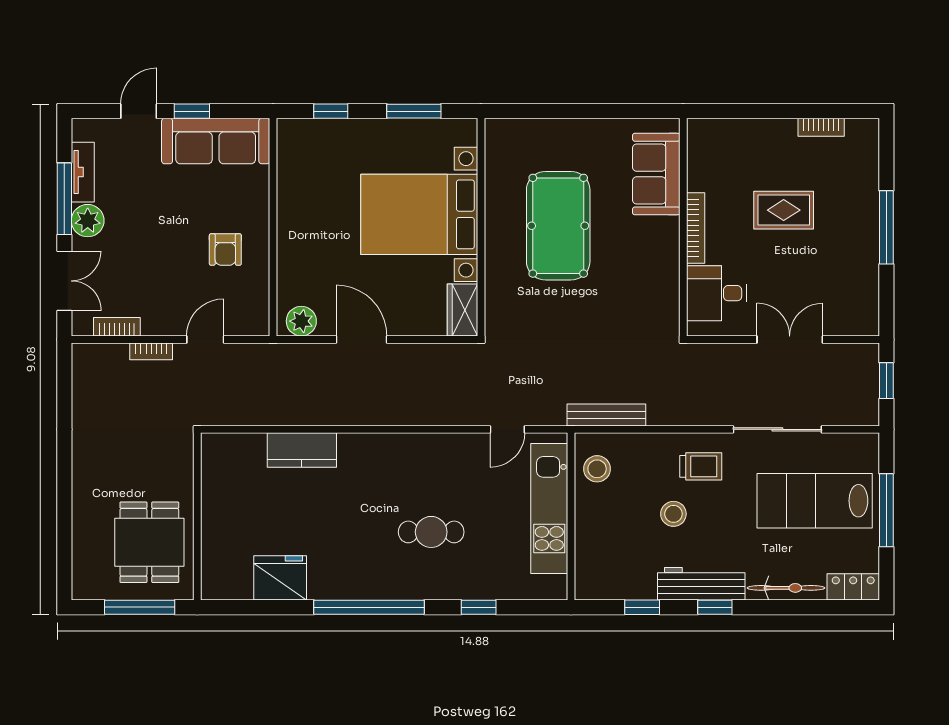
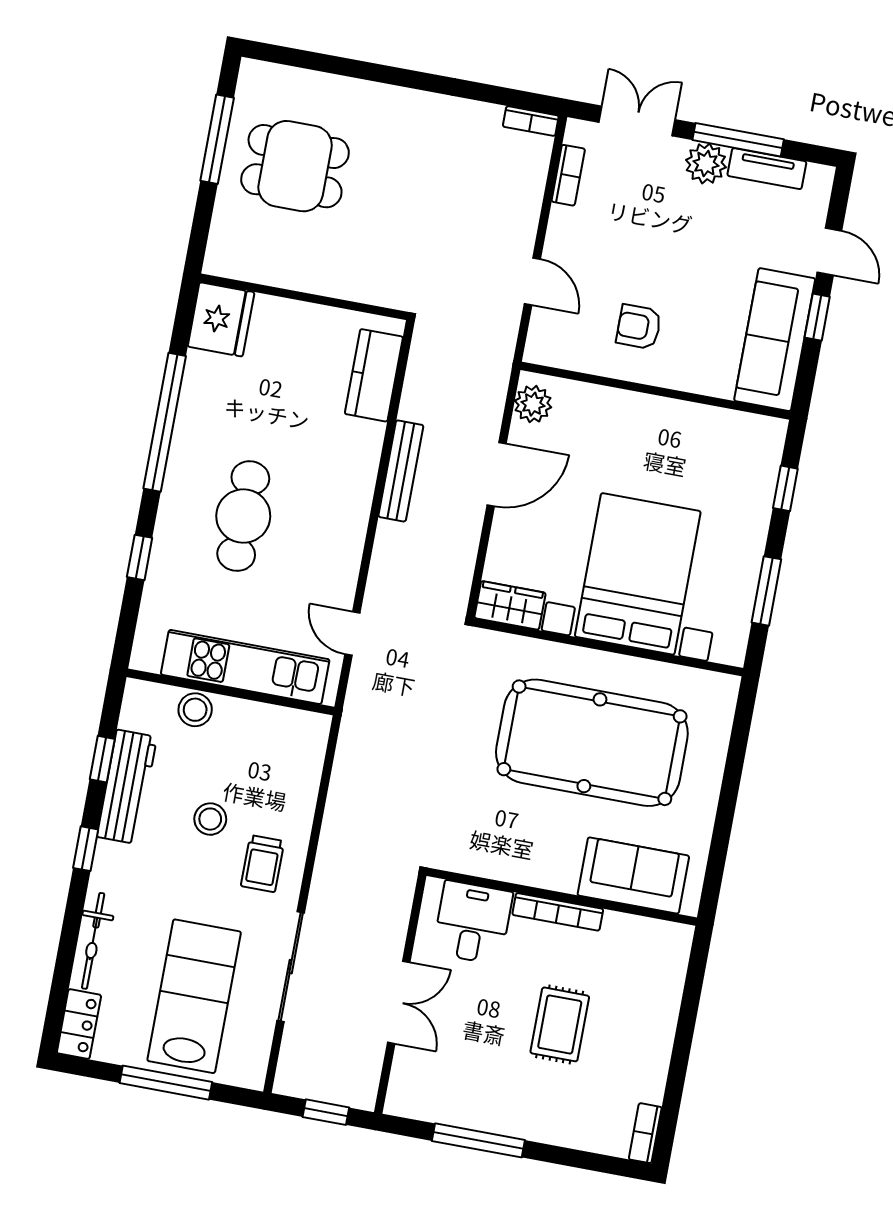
bookcase: (821, 127) -> (645, 1133), moved
pool table: (558, 226) -> (592, 743), width x1.36, depth x1.32
window: (886, 227) -> (478, 1140), moved
double door: (64, 281) -> (637, 121), swing flipped
bookcase: (151, 351) -> (531, 121), moved, turned -90
bench: (606, 415) -> (401, 471), moved
stool: (597, 469) -> (195, 710), moved
wall: (197, 516) -> (304, 297), moved
cafe table: (431, 532) -> (243, 516), width x1.37, depth x1.35
workbench: (701, 584) -> (127, 787), moved

